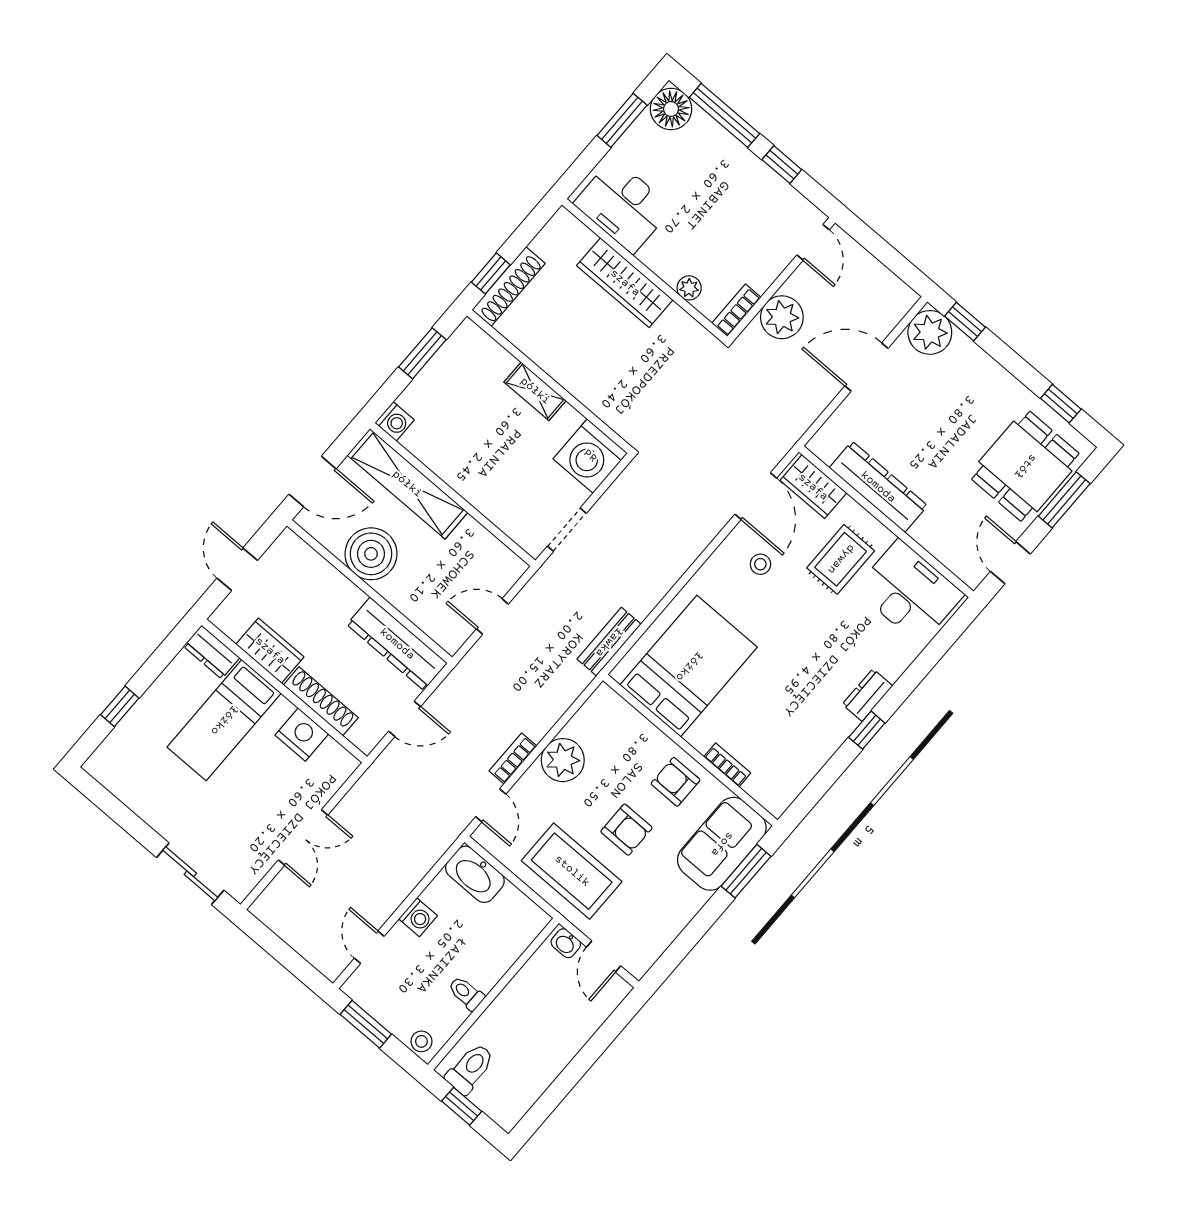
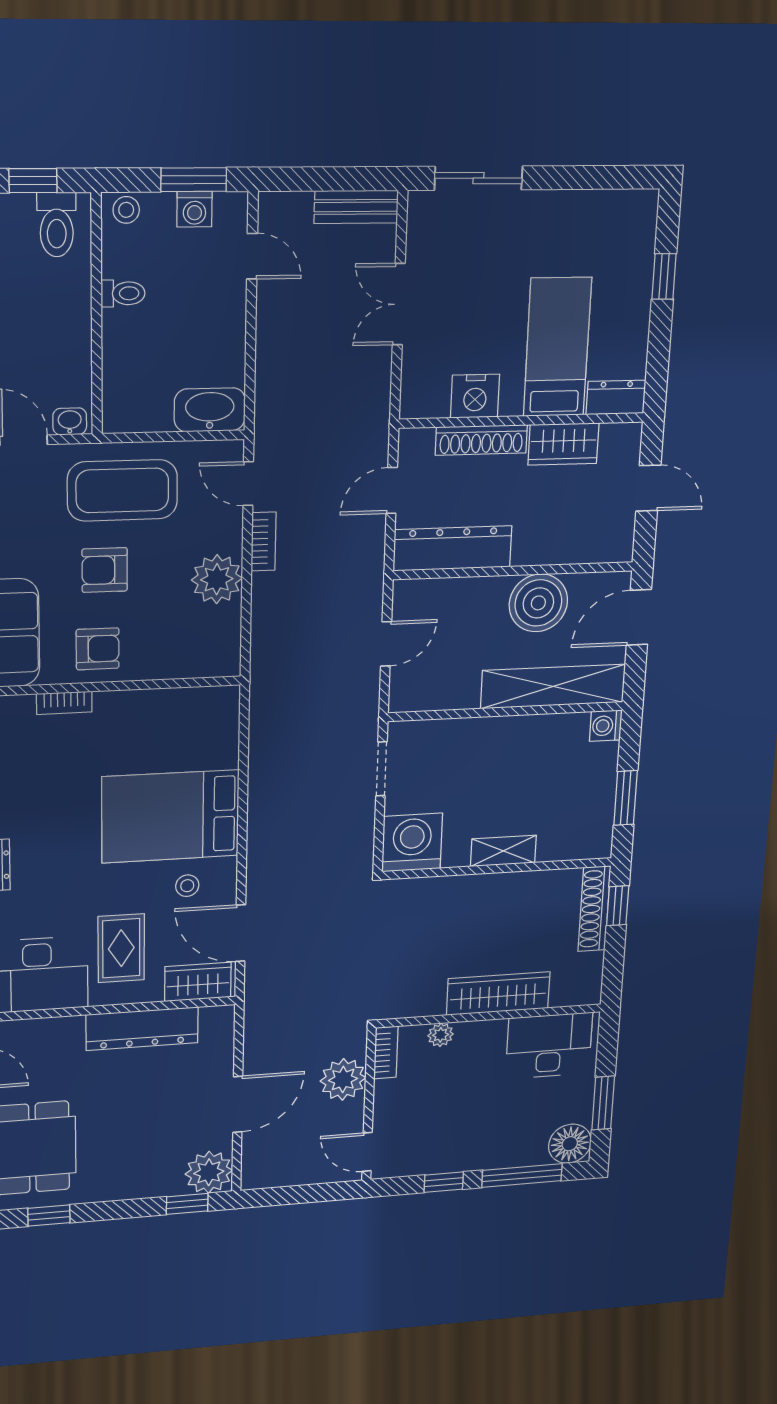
bench: (609, 642) -> (356, 207), moved, turned 90
bed: (689, 666) -> (170, 816), moved, turned 90
washing machine: (418, 917) -> (195, 209), moved, turned -90

